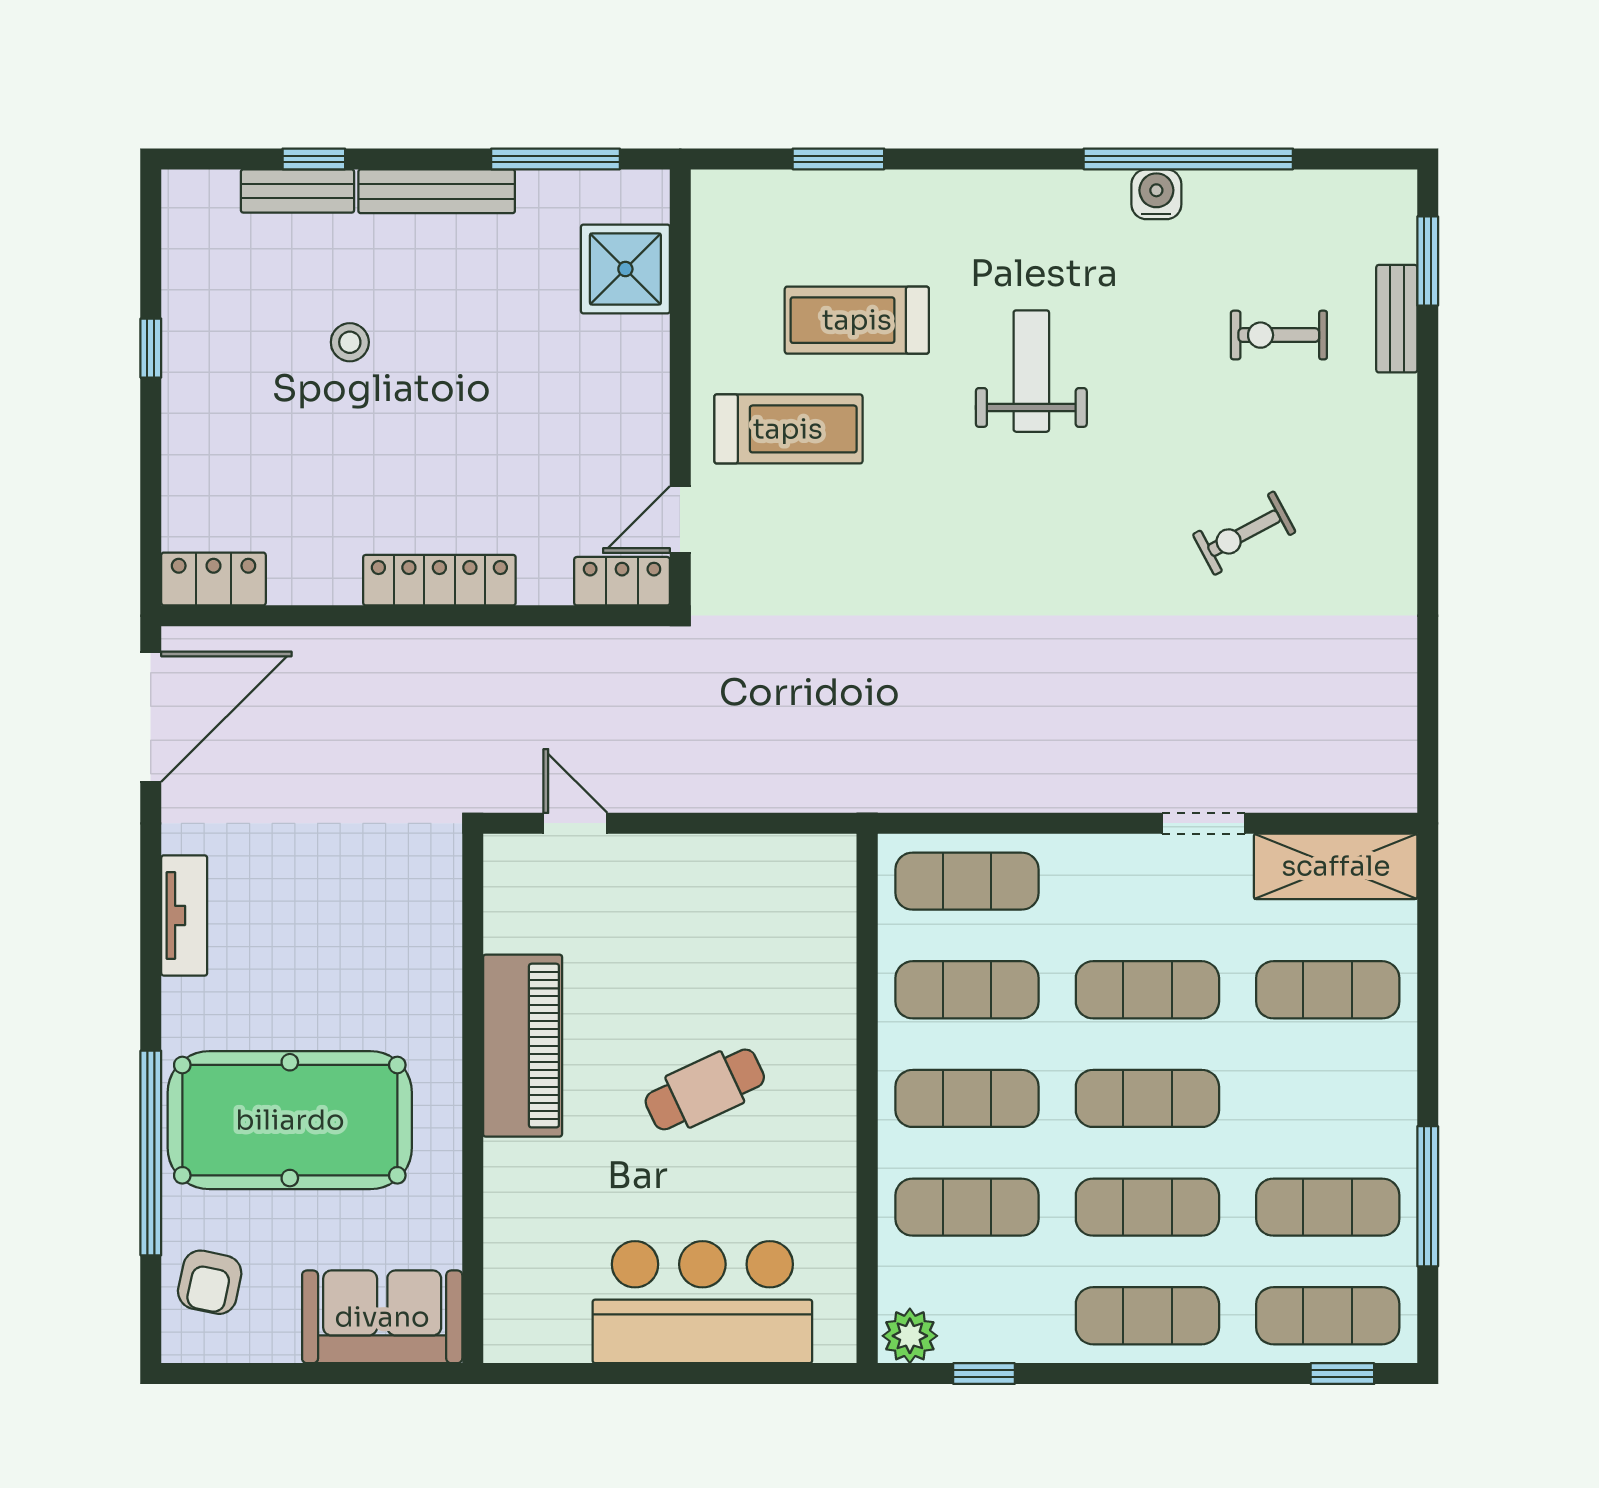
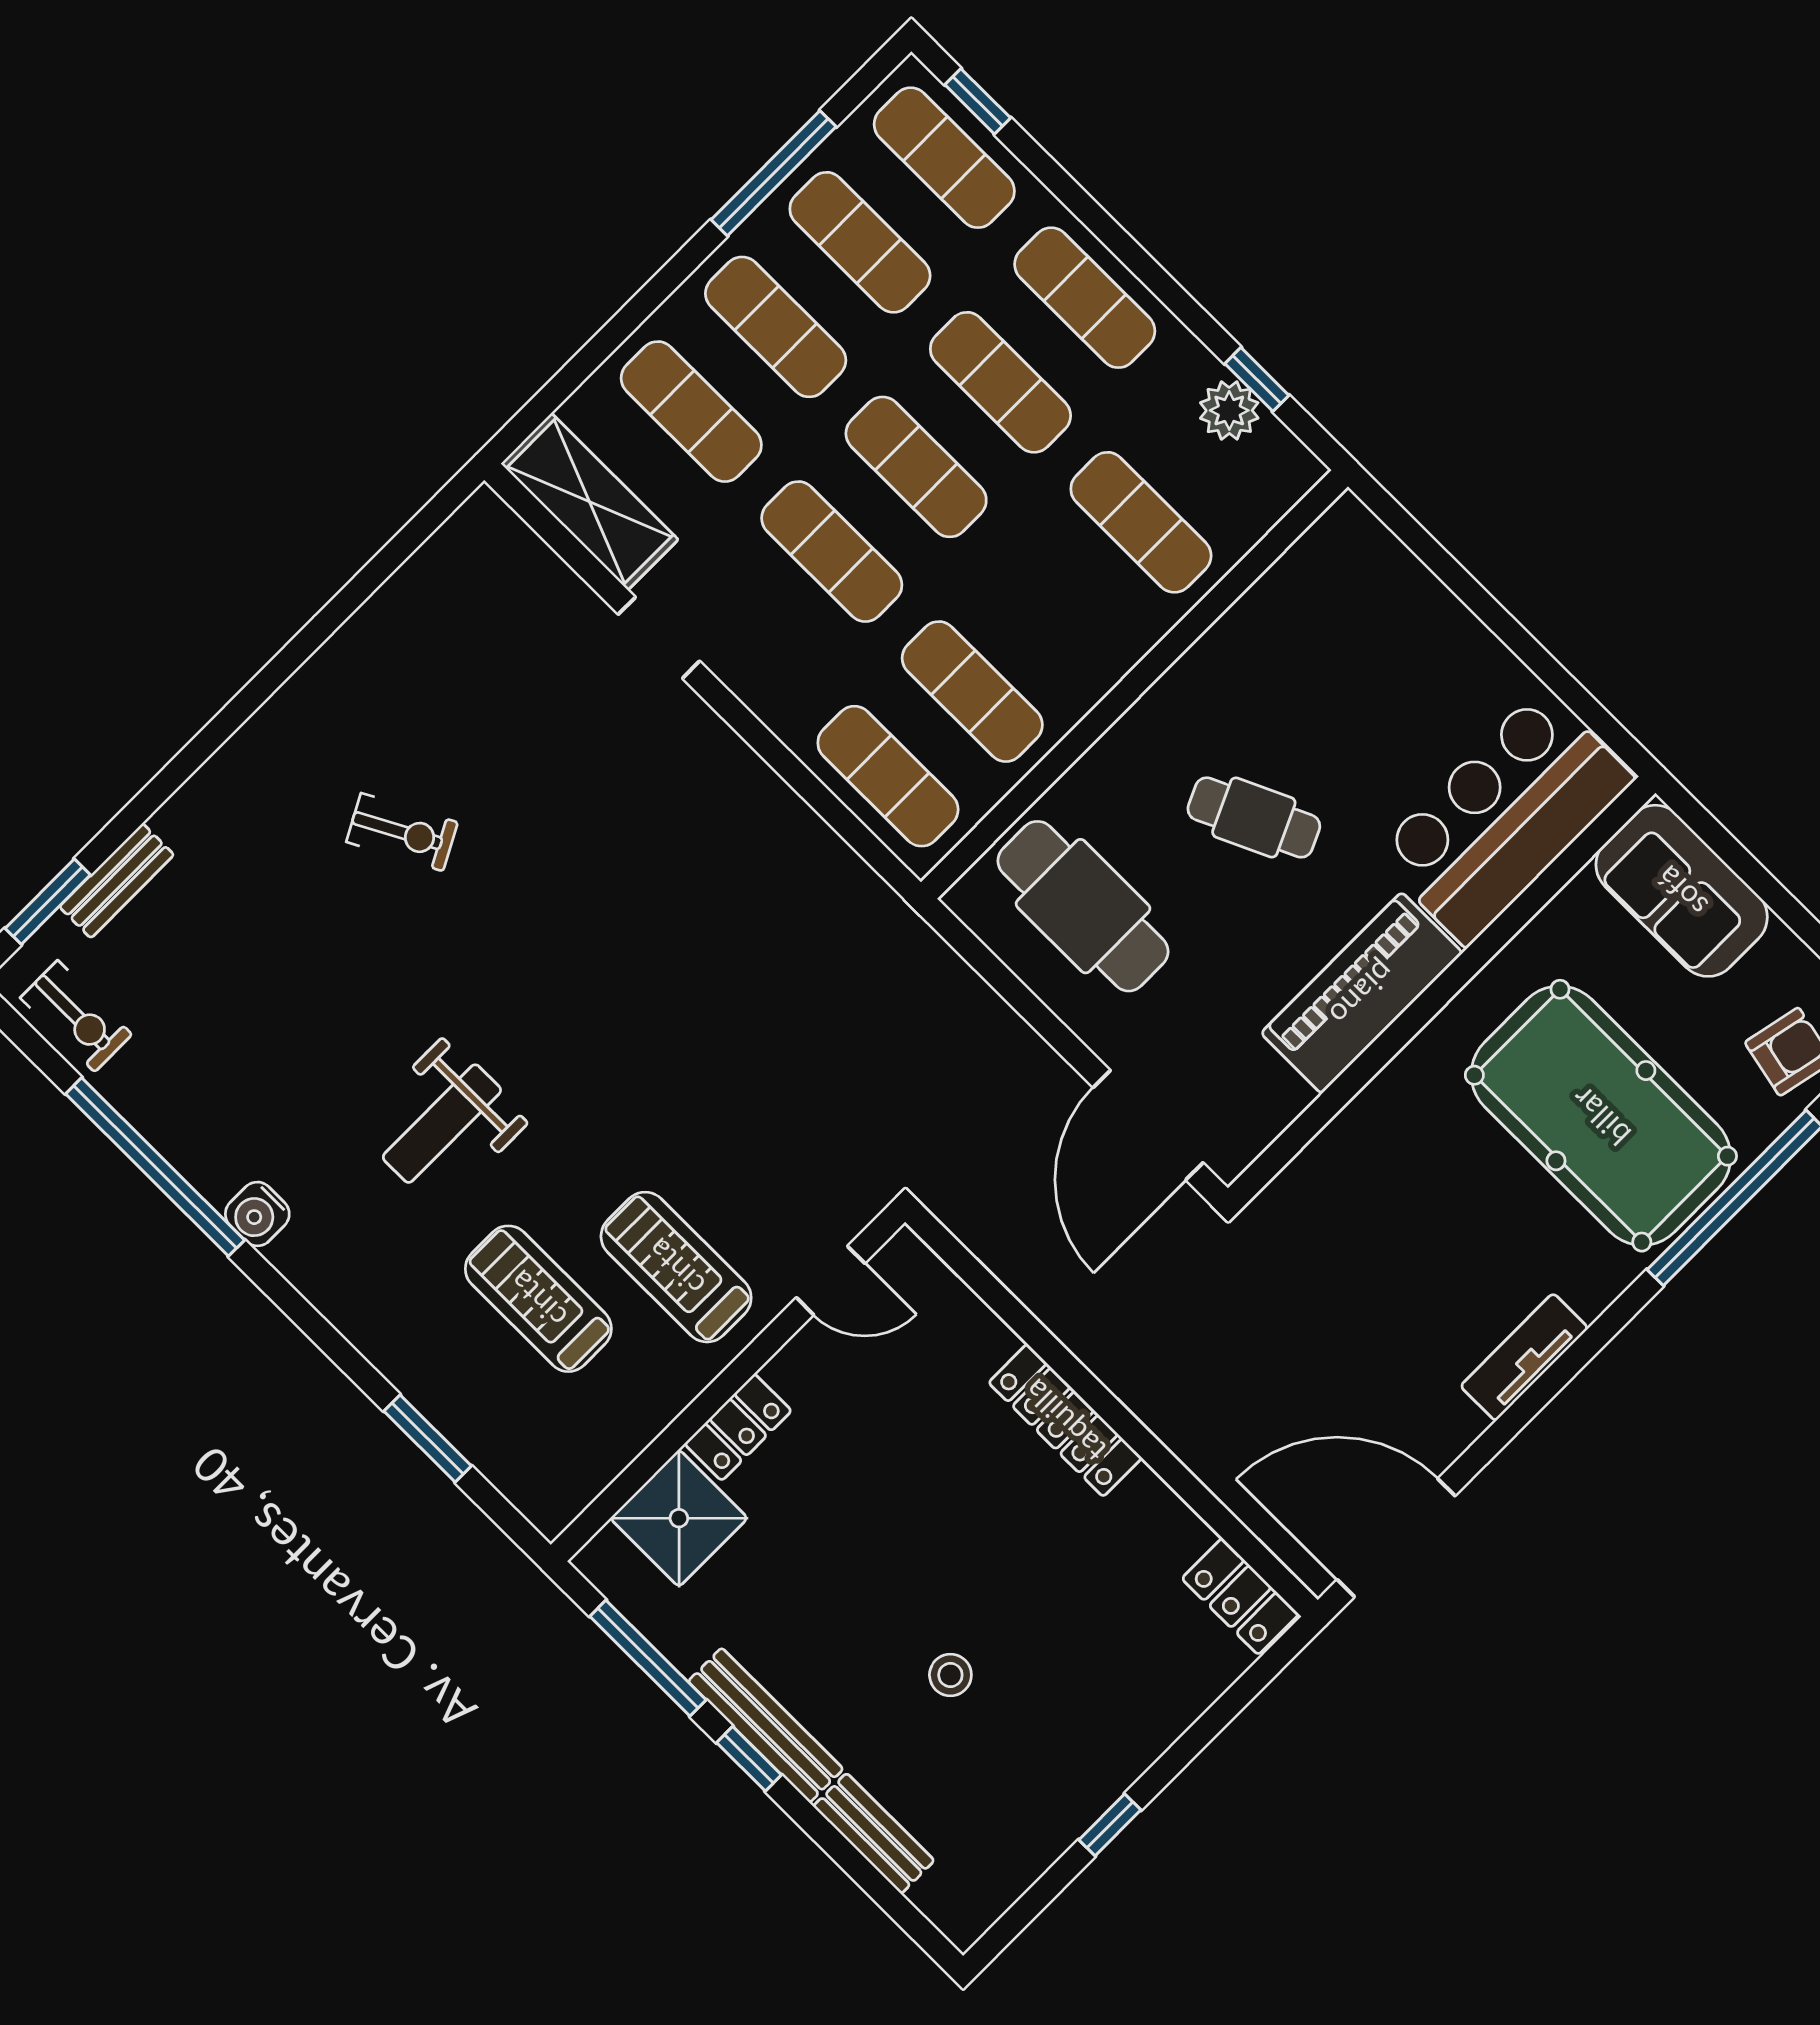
window: (314, 159) -> (749, 1759), moved
water cooler: (1156, 194) -> (257, 1214), moved
treadmill: (857, 320) -> (538, 1299), turned 180
exercise bike: (1279, 335) -> (76, 1016), moved
locker: (622, 581) -> (738, 1427), moved, turned -90
door: (575, 823) -> (1148, 1125), width x1.87
cafe table: (758, 923) -> (1083, 906), added
exercise mat: (967, 1098) -> (776, 327), moved
bar counter: (702, 1302) -> (1504, 817), moved, turned 90
plant: (910, 1336) -> (1229, 410), moved

